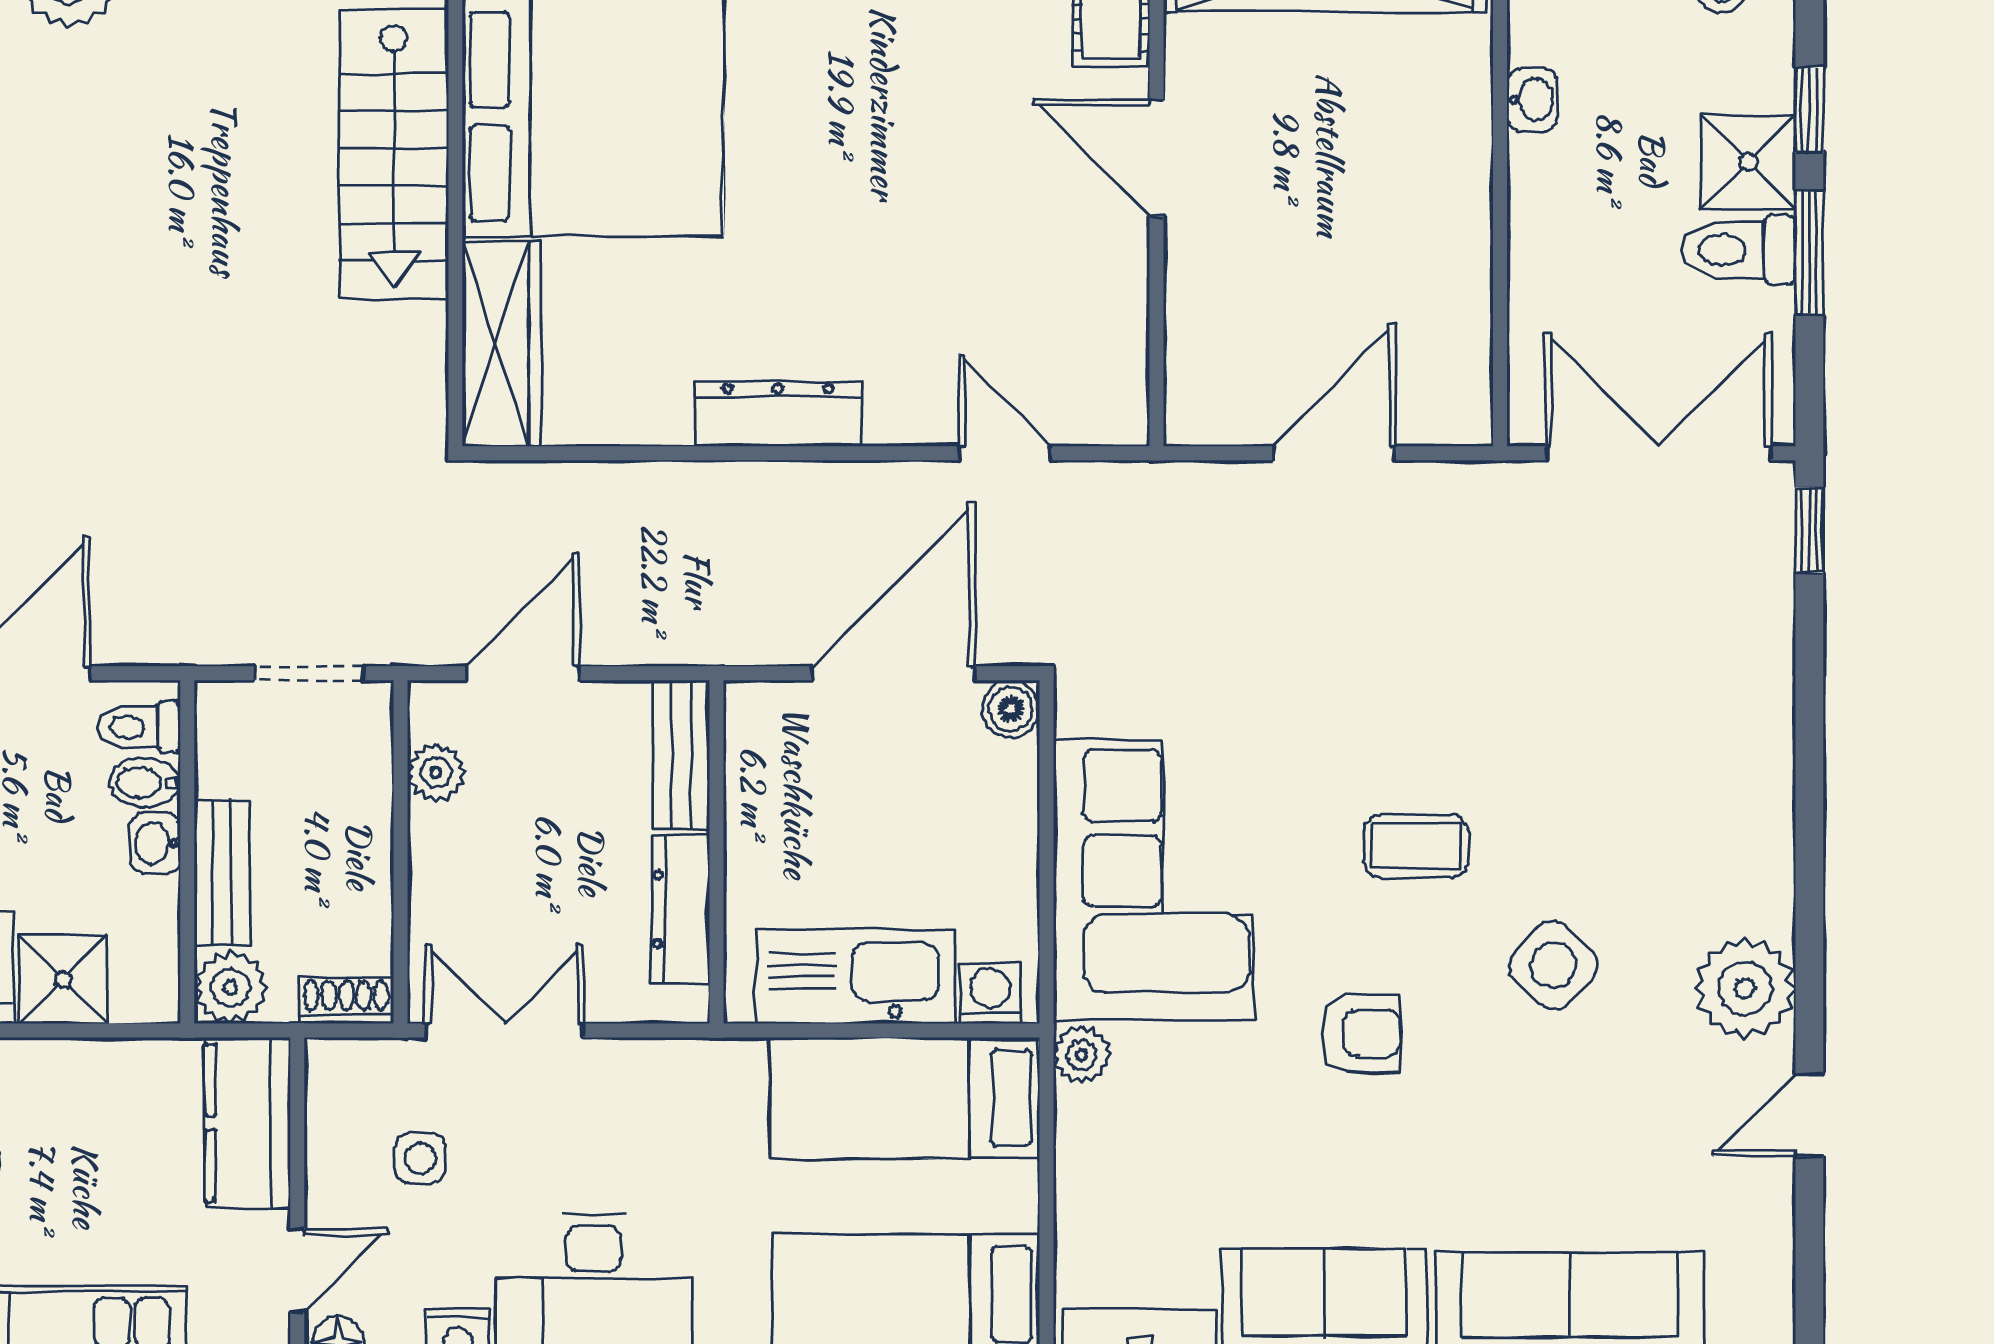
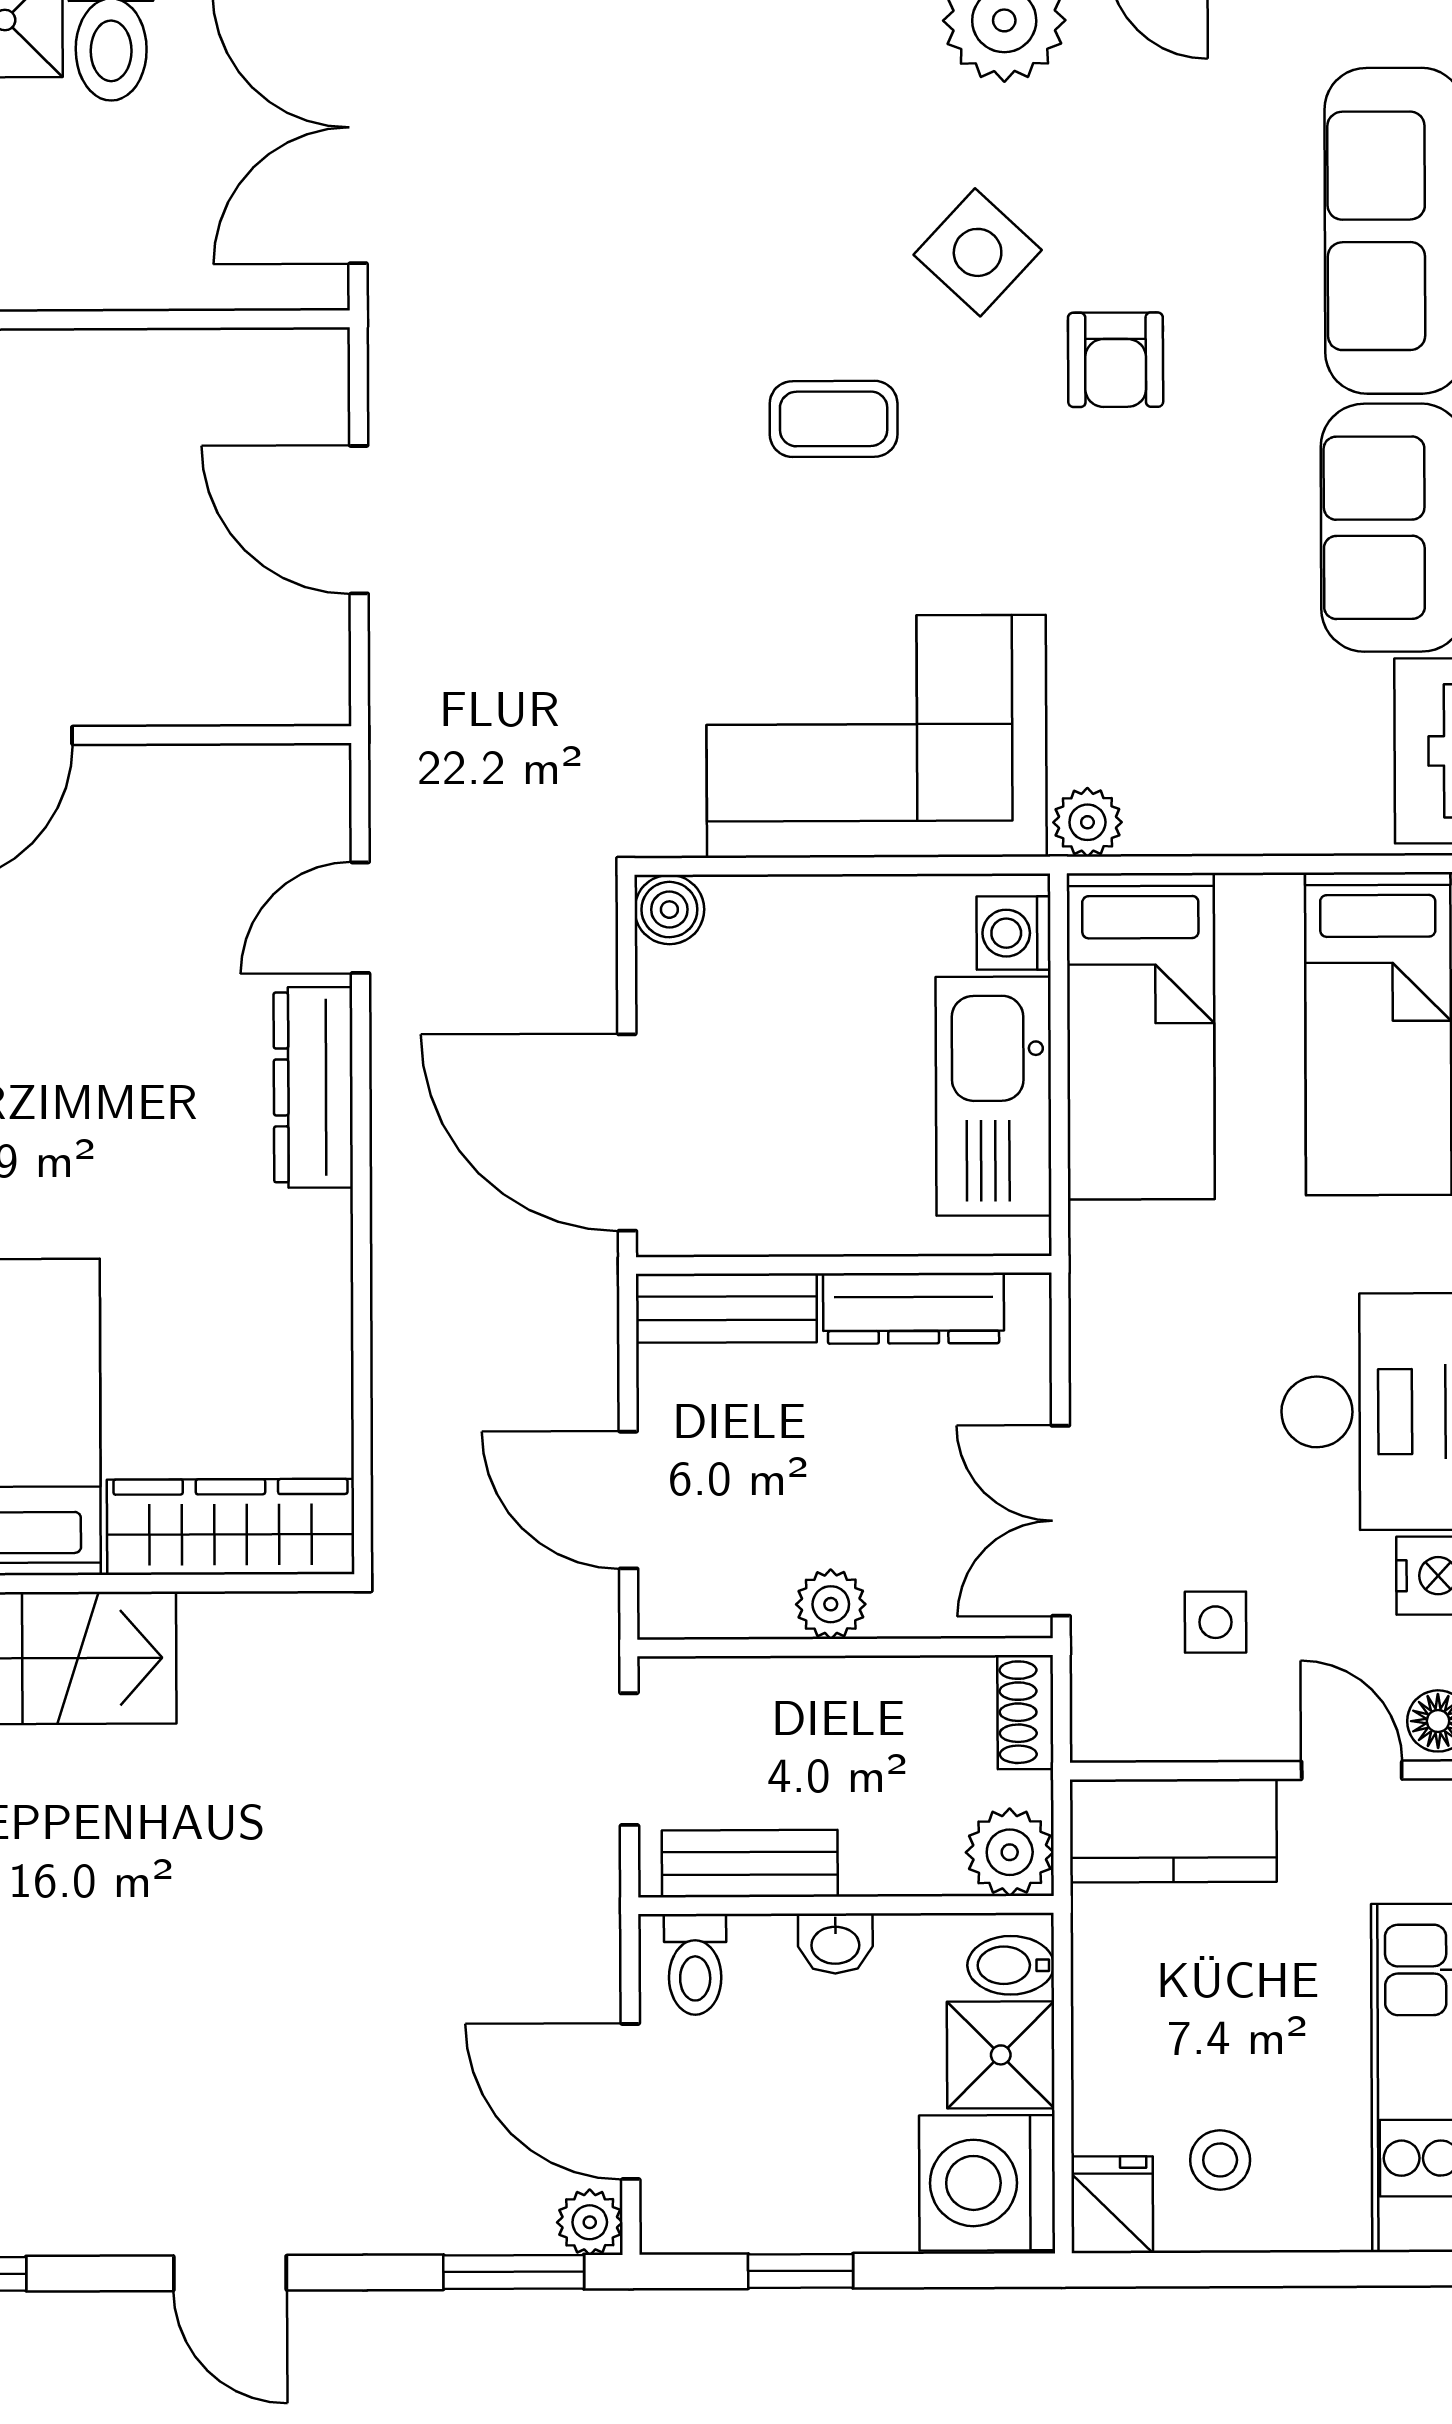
dresser: (778, 414) -> (313, 1087), moved
door: (894, 673) -> (627, 1133), moved
plant: (436, 772) -> (831, 1604), moved
bidet: (145, 782) -> (1011, 1965), moved, turned 90
coffee table: (1416, 846) -> (834, 419), turned 90
bench: (222, 873) -> (750, 1864), moved
armchair: (1361, 1033) -> (1116, 360), moved, turned 180

